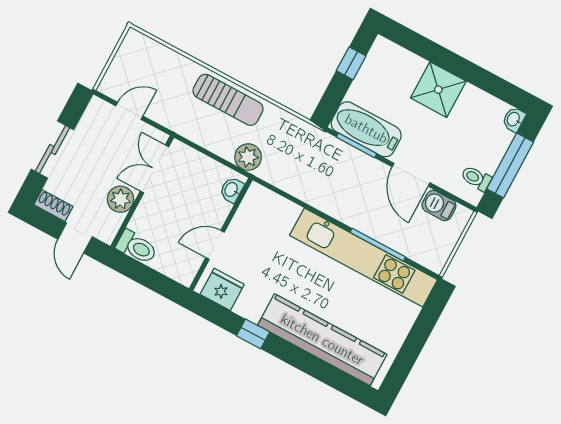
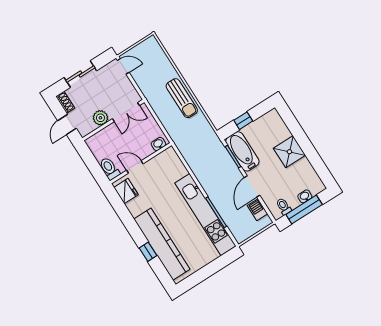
window: (351, 63) -> (243, 121), moved
door: (129, 111) -> (123, 66), moved
washbasin: (514, 119) -> (305, 196), moved
plant: (248, 157) -> (176, 132), removed
double door: (154, 169) -> (126, 112), swing flipped
toilet: (137, 247) -> (109, 169), moved, turned 180
window: (253, 334) -> (148, 252), moved

